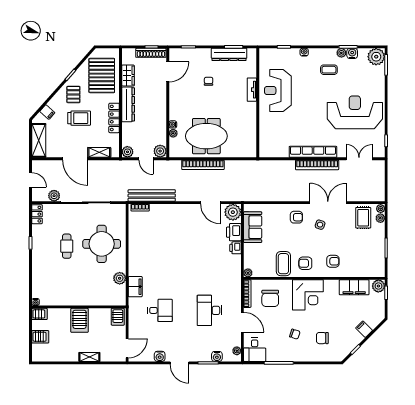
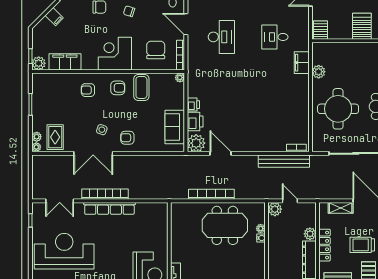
reception desk: (355, 112) -> (64, 251), turned 180
plant: (127, 152) -> (310, 234), moved
bookcase: (203, 165) -> (211, 194), moved

